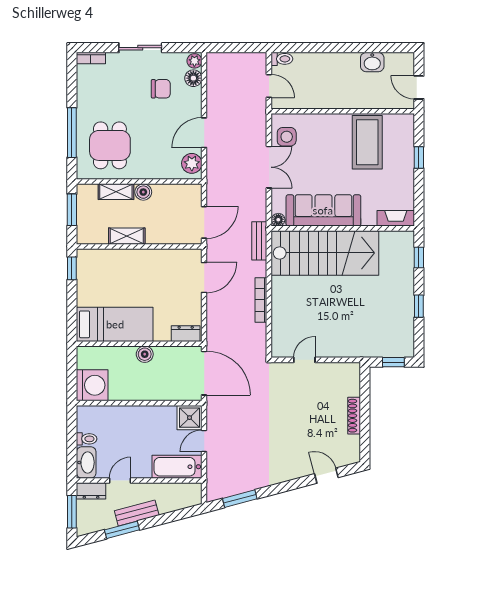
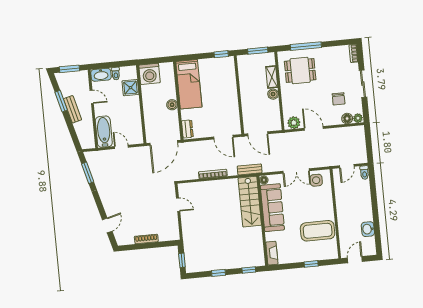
shelving: (127, 236) -> (245, 86), removed
stairs: (325, 253) -> (250, 202), width x0.73, depth x0.66
shower: (190, 418) -> (130, 88), moved
dresser: (91, 491) -> (84, 79), removed

